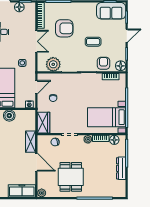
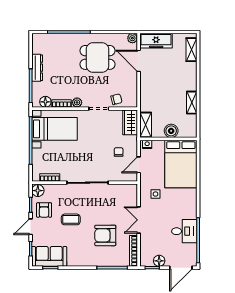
armchair: (104, 63) -> (44, 210), moved
plant: (53, 64) -> (118, 192), removed
shelving: (31, 142) -> (146, 125), moved
door: (36, 162) -> (139, 61), moved
dining table: (71, 177) -> (97, 57), turned 90

